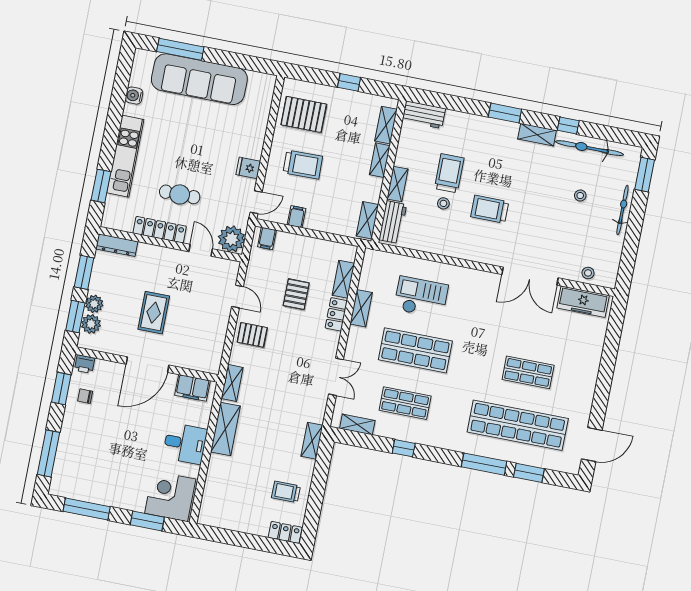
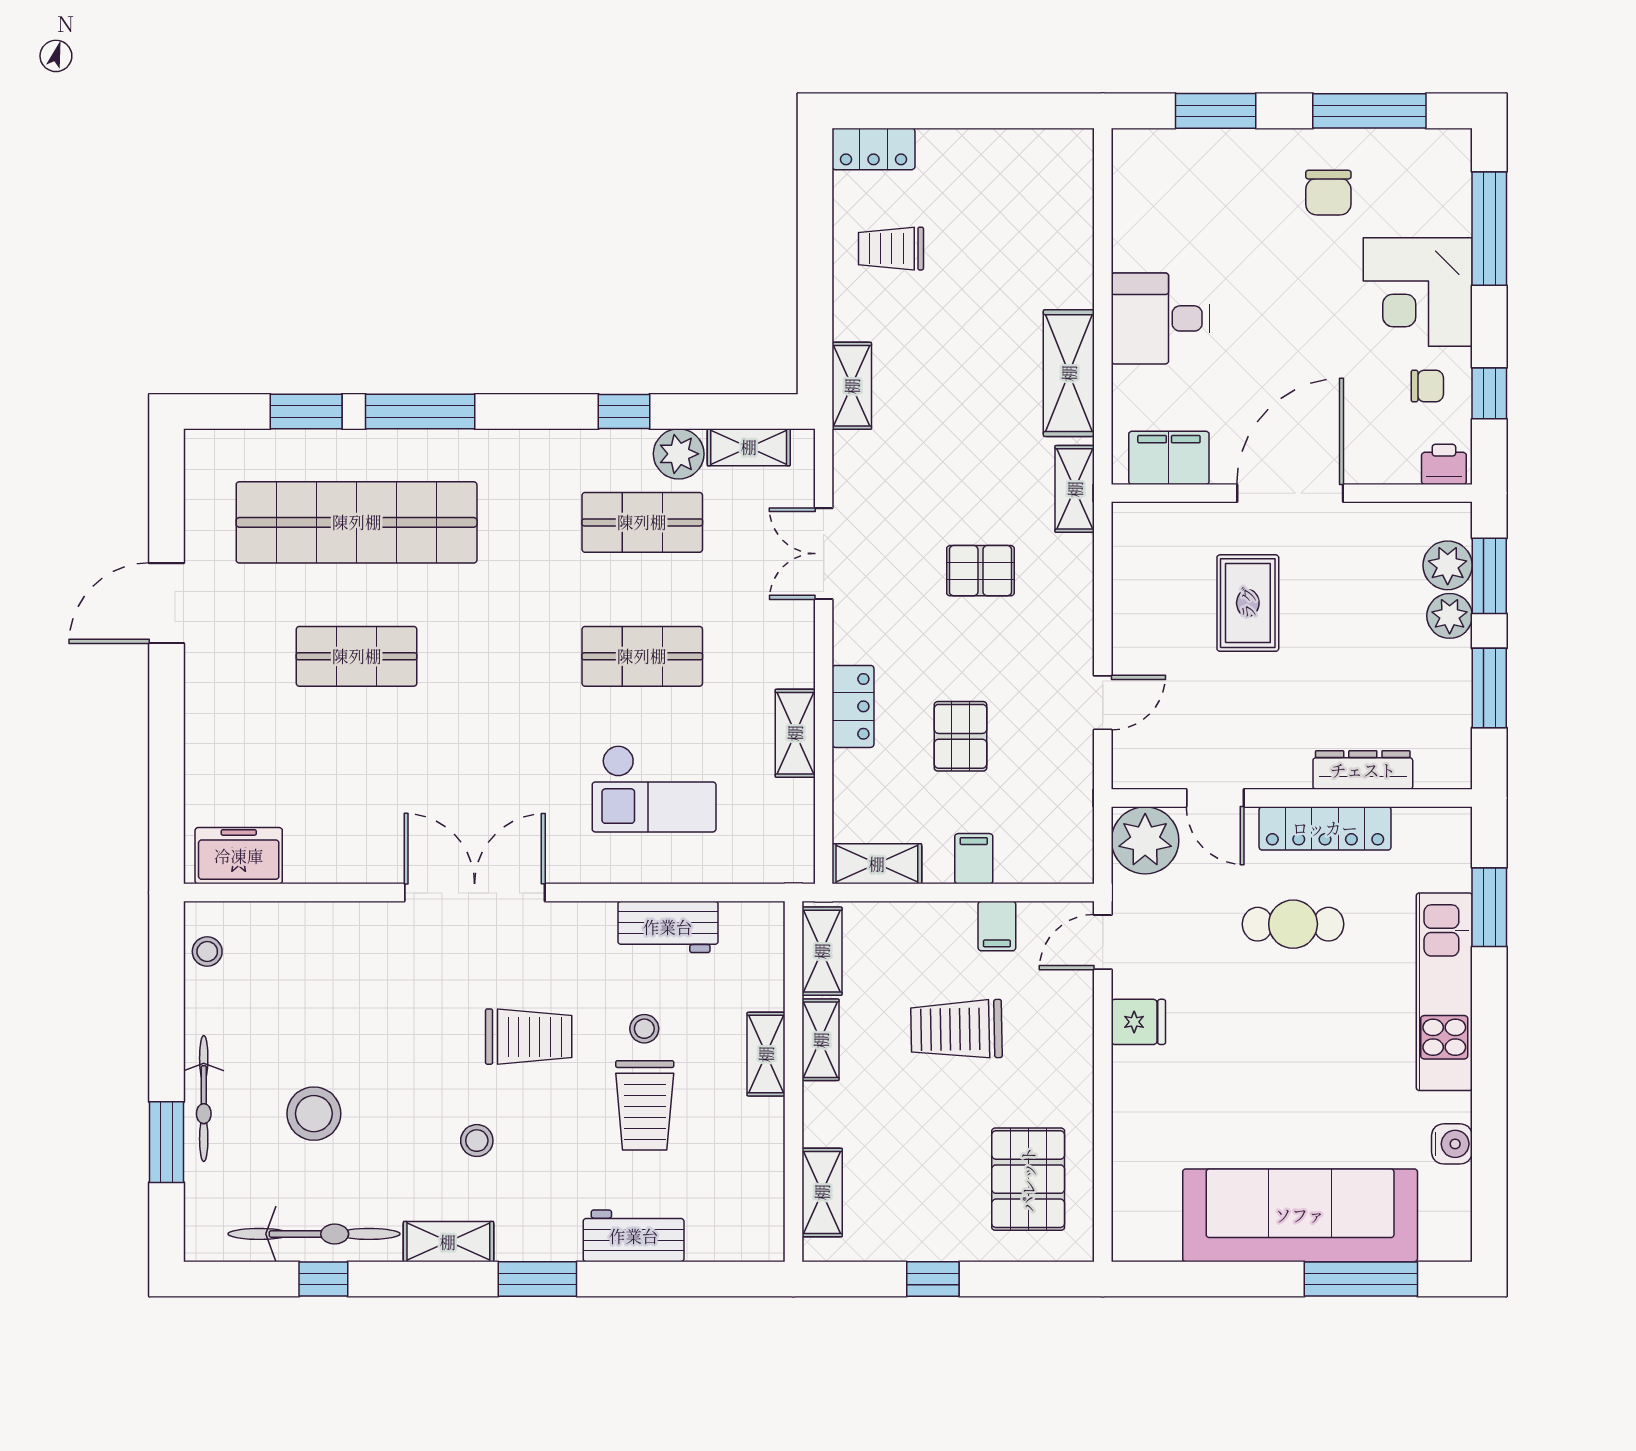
pallet: (304, 114) -> (1028, 1179), turned 90
workbench: (424, 115) -> (634, 1236), moved
window: (568, 125) -> (323, 1279), moved
shelving: (380, 160) -> (821, 1040), moved
trolley: (303, 165) -> (956, 1029), moved
stool: (518, 172) -> (477, 1141), added
window: (645, 175) -> (167, 1142), moved
stool: (580, 196) -> (314, 1114), width x1.89, depth x1.89
workbench: (393, 222) -> (668, 927), moved, turned -90
filing cabinet: (267, 238) -> (974, 859), moved
dresser: (117, 245) -> (1363, 770), moved
stool: (588, 273) -> (207, 951), moved
double door: (530, 276) -> (475, 893), moved
shelving: (343, 279) -> (877, 864), moved, turned 90
door: (238, 296) -> (1103, 703), swing flipped
freezer: (583, 302) -> (239, 856), width x0.71
rug: (154, 313) -> (1248, 603), moved
pallet: (252, 335) -> (980, 571), moved
shop shelf: (415, 350) -> (642, 656), width x0.70, depth x0.74
window: (61, 389) -> (1489, 393), width x0.67
plant: (385, 427) -> (679, 454), added
door: (592, 445) -> (167, 603), moved
chair: (109, 480) -> (1328, 193), added
trolley: (286, 492) -> (891, 249), turned 180
corner desk: (170, 496) -> (1418, 292), moved, turned 90

